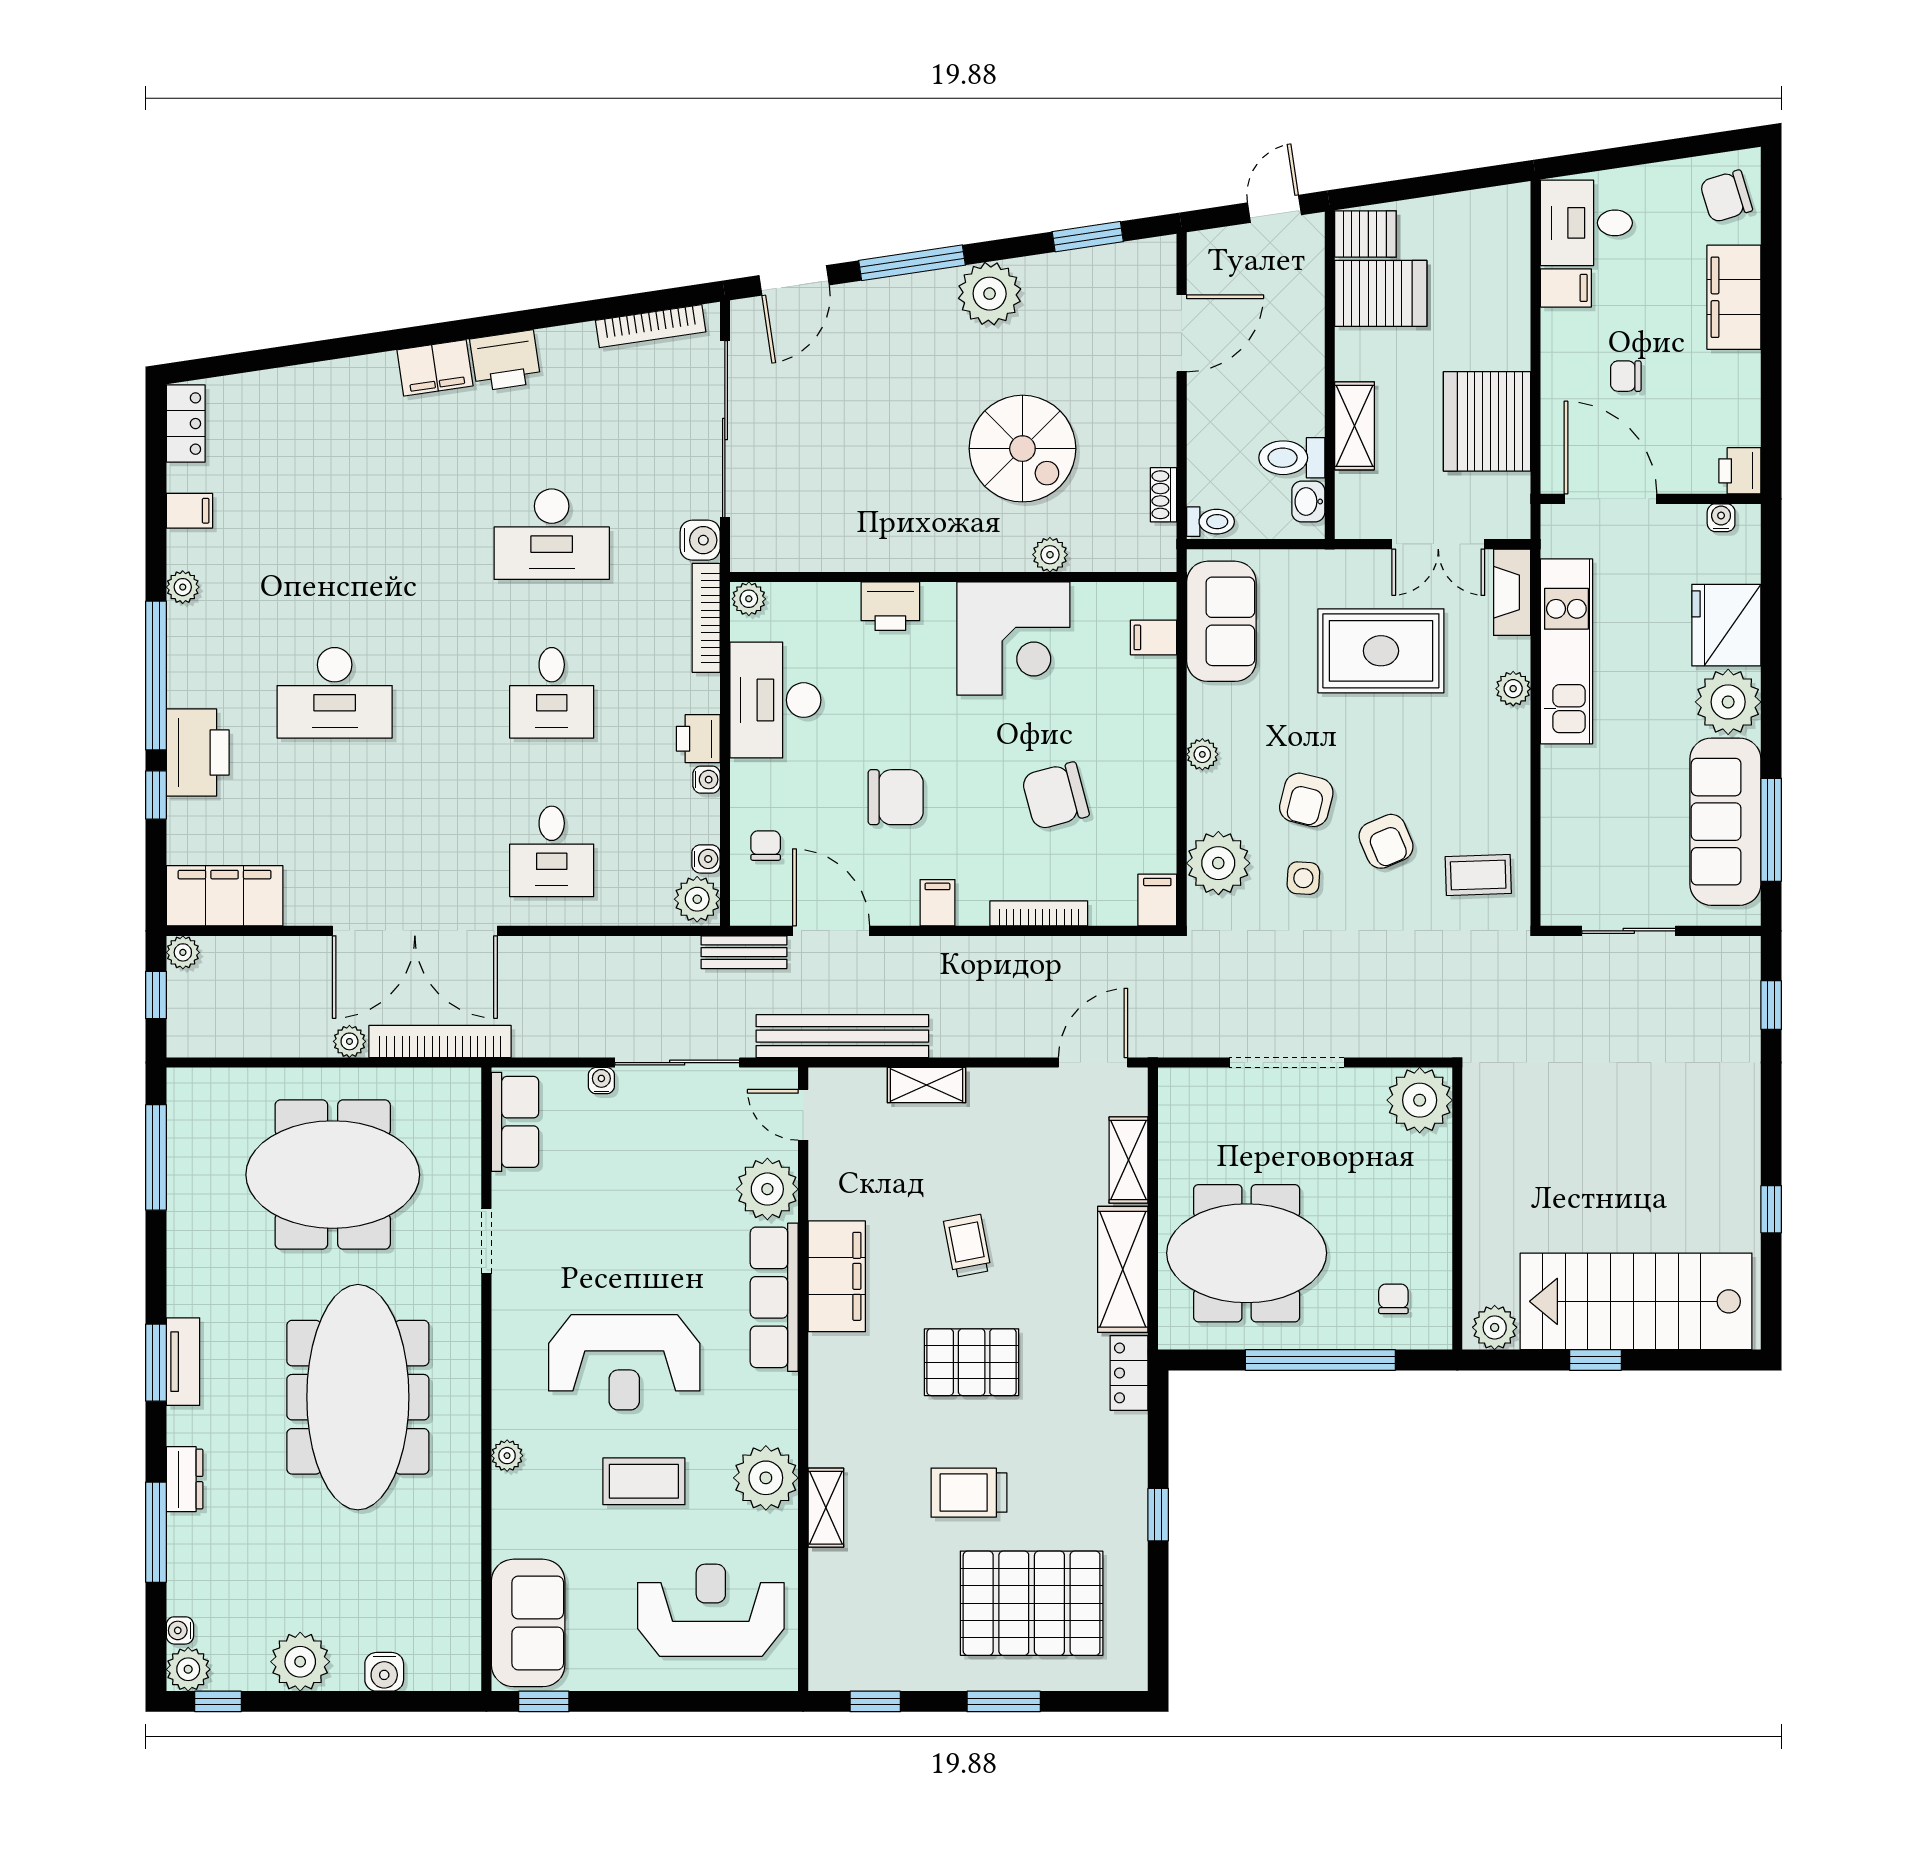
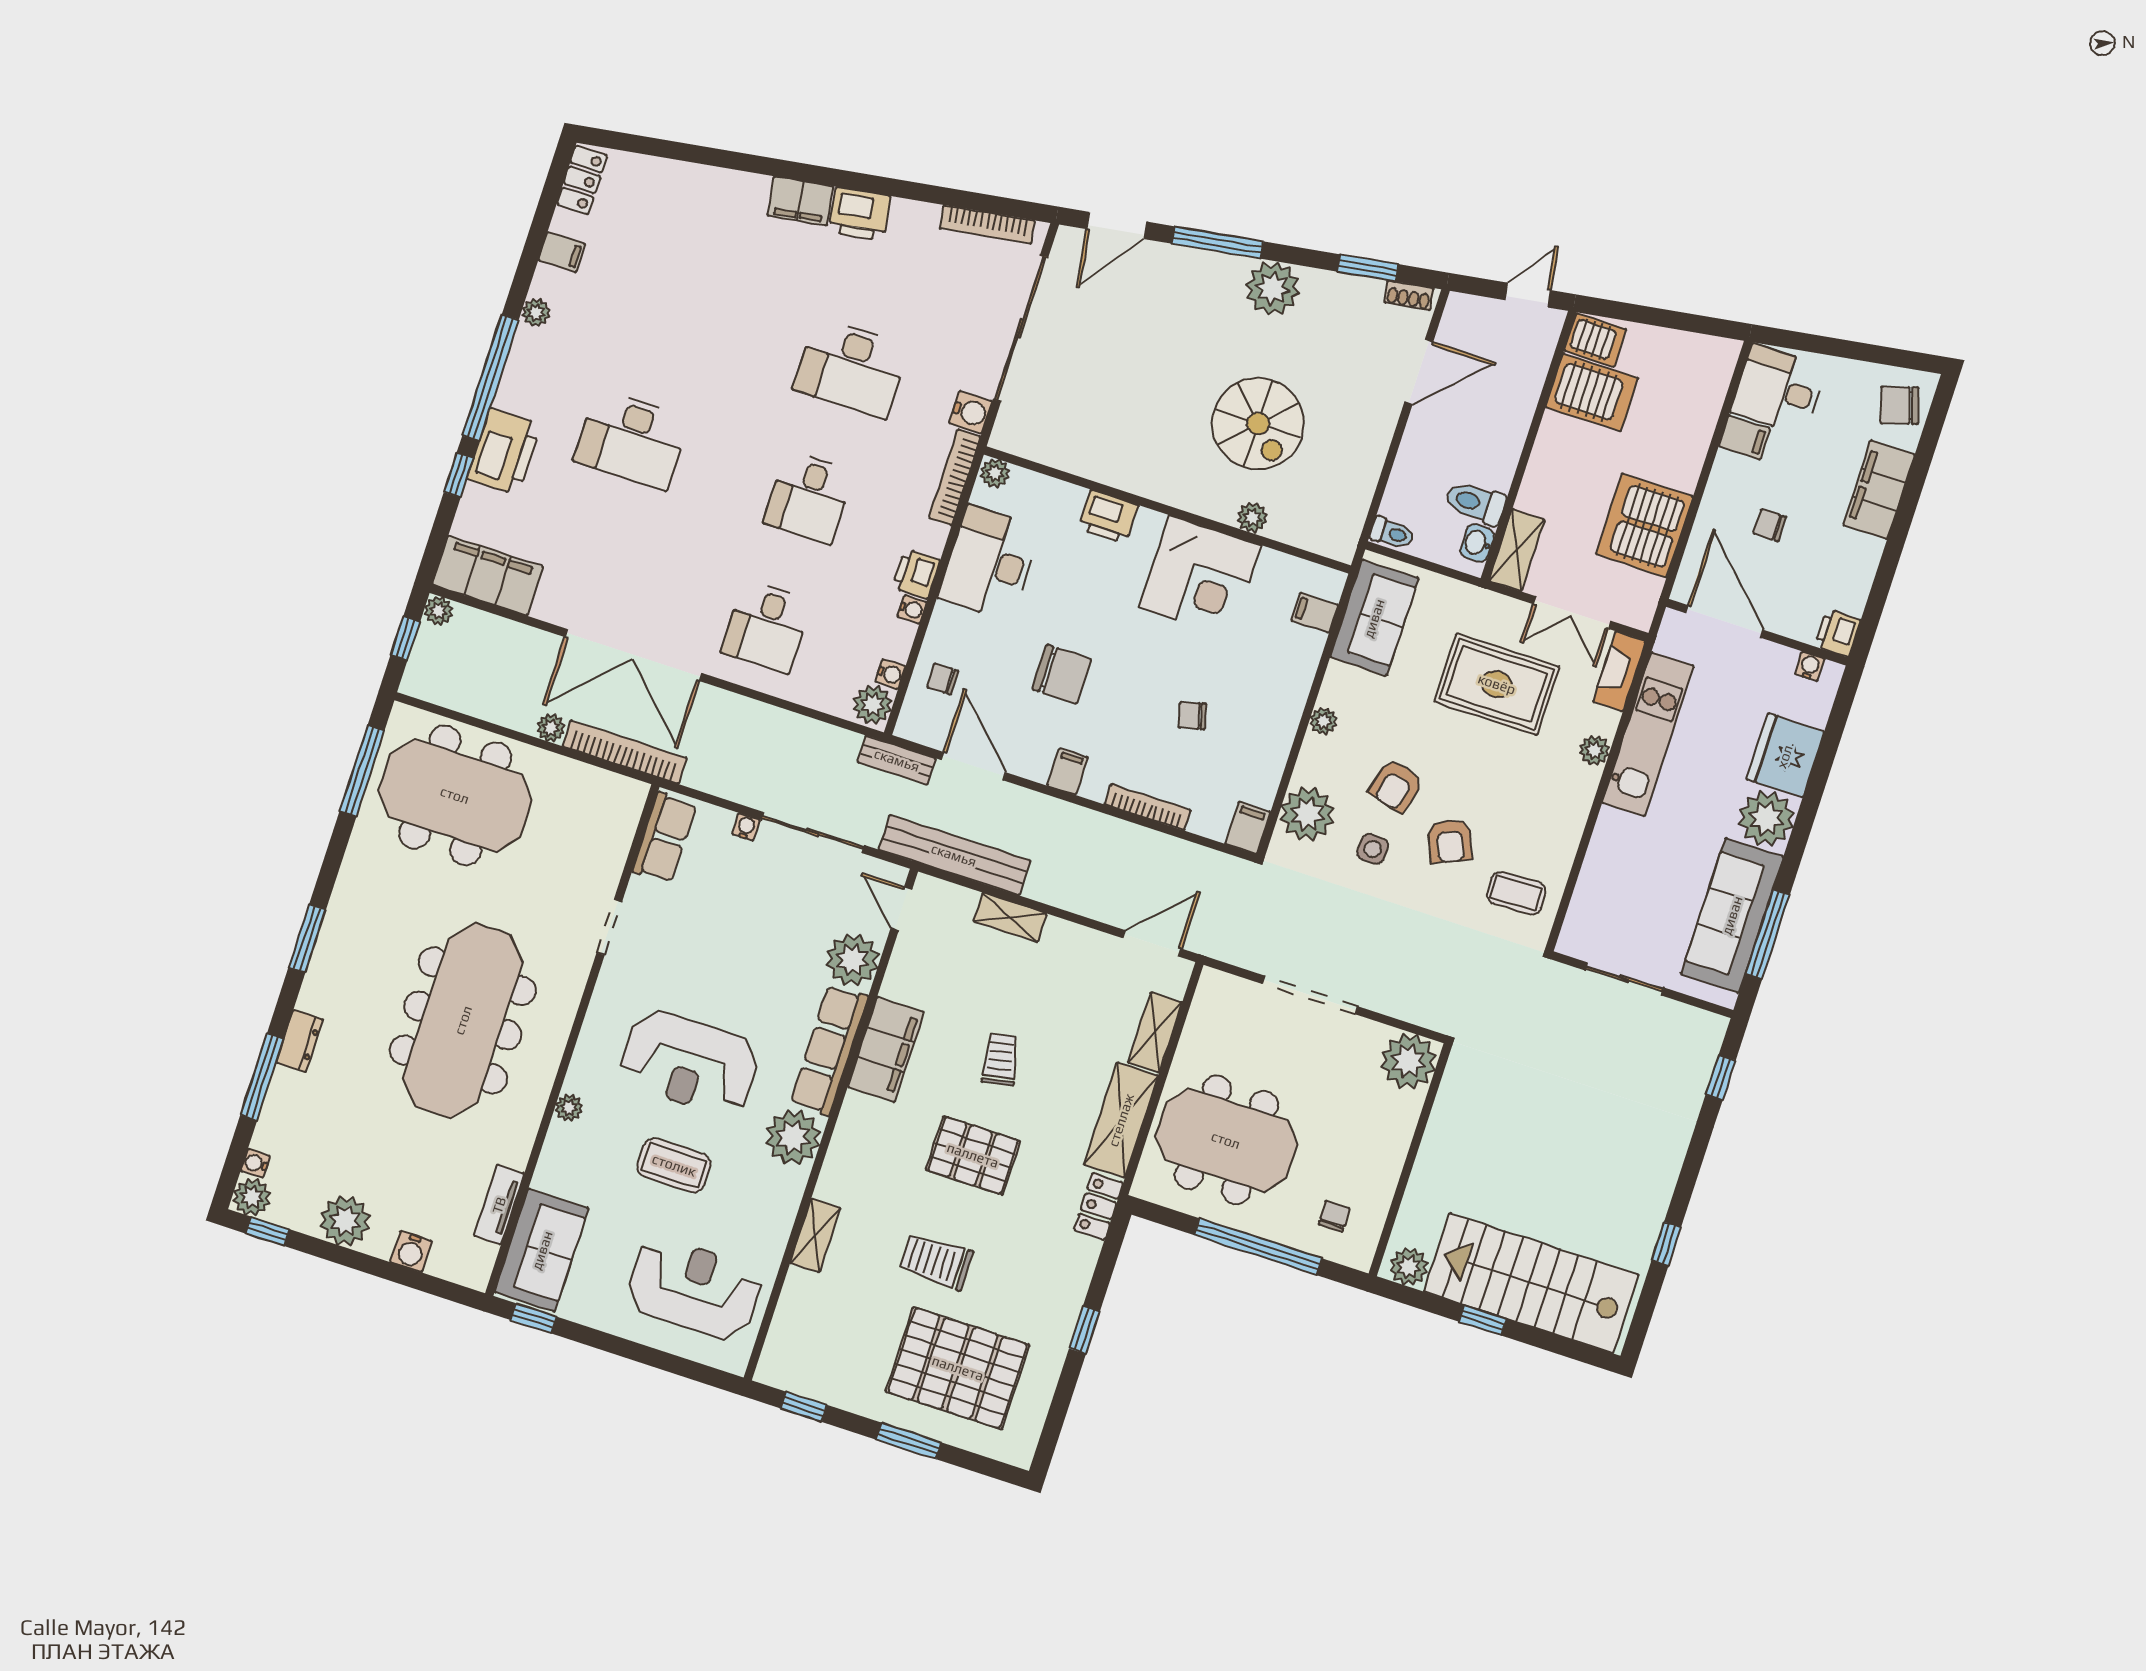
shelving: (1354, 426) -> (1517, 550), moved
shoe rack: (1164, 495) -> (1409, 295), moved, turned -98
chair: (1055, 796) -> (1192, 716), width x0.54, depth x0.54
chair: (766, 846) -> (943, 679), turned -90
meeting table: (333, 1175) -> (455, 795), moved
tv unit: (183, 1362) -> (499, 1205), moved, turned 180
plant: (766, 1478) -> (793, 1137), moved

